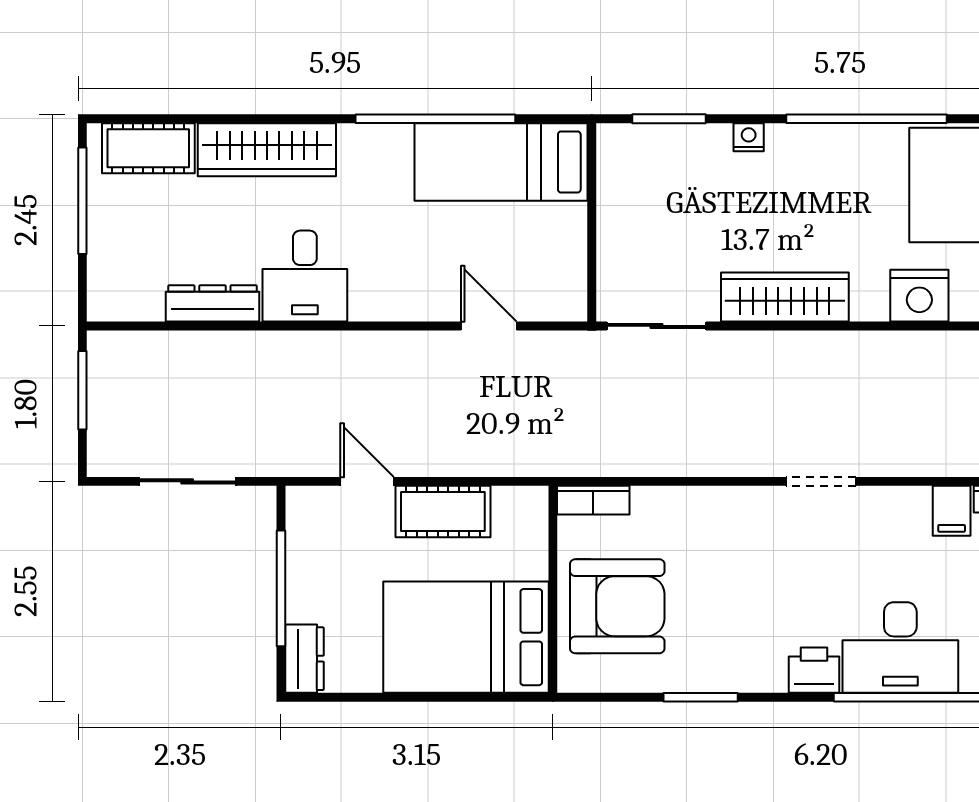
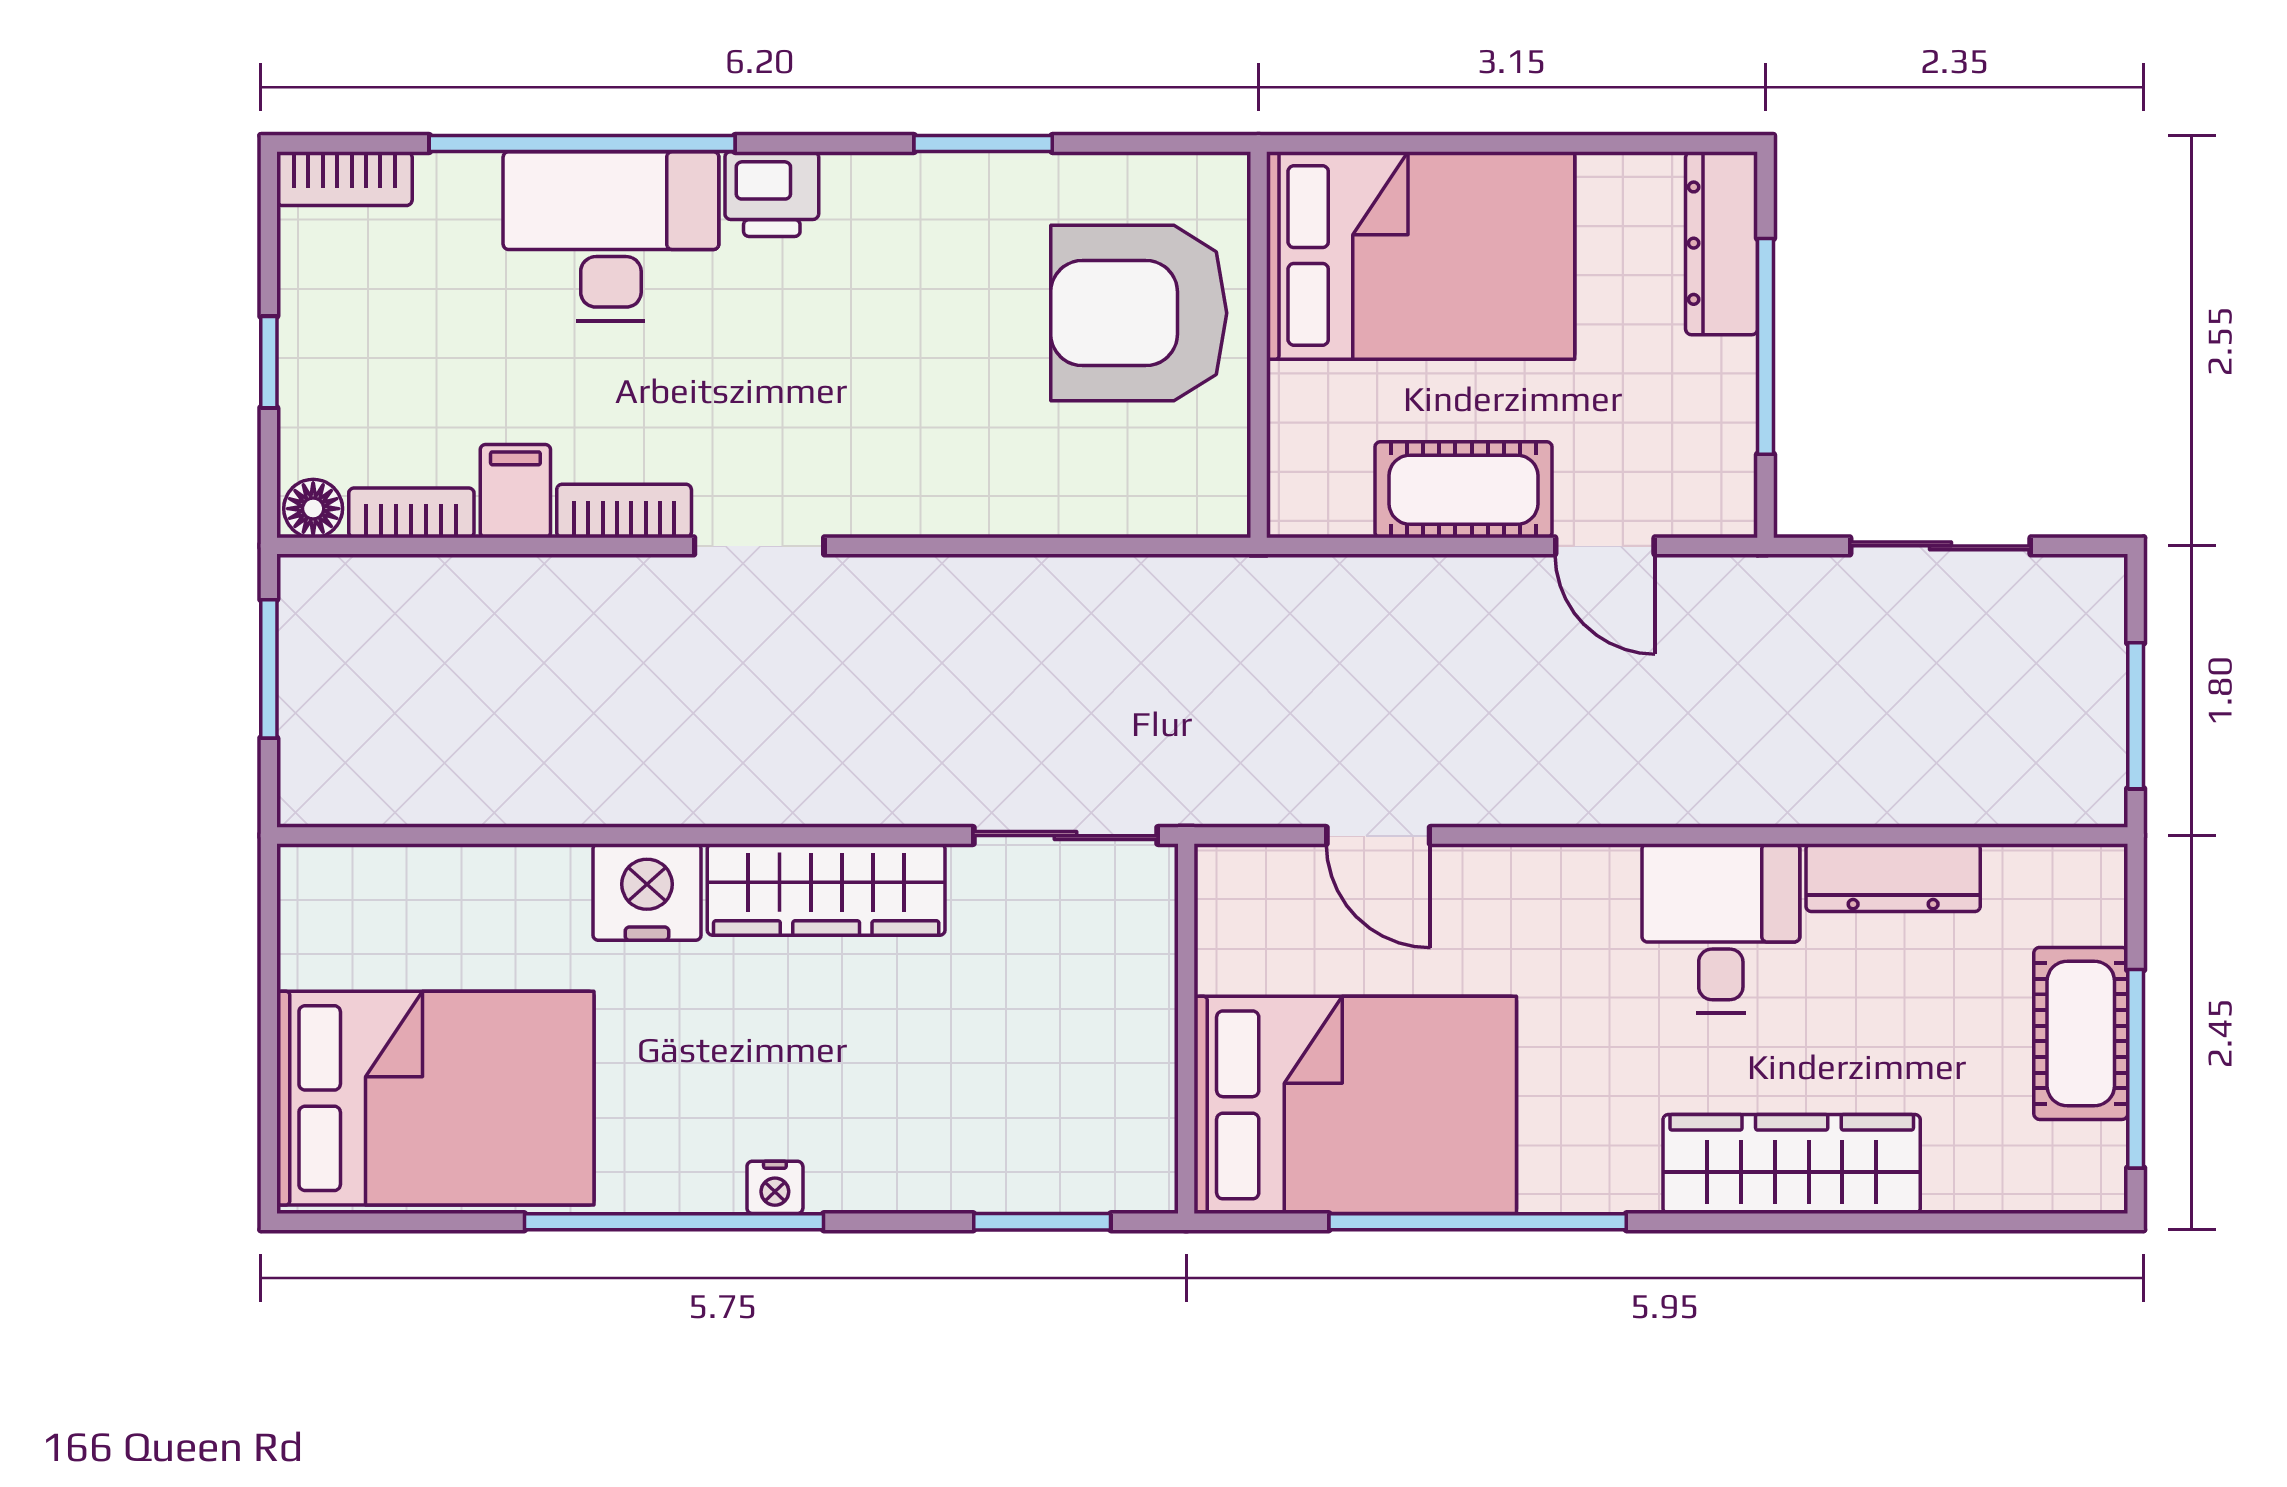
nightstand: (749, 137) -> (775, 1187), moved
cot: (148, 148) -> (2081, 1033), moved, turned 90
bed: (501, 162) -> (1355, 1105), width x1.50
nightstand: (919, 296) -> (647, 892), moved
bookcase: (593, 500) -> (624, 511), moved
dresser: (305, 659) -> (1722, 243), width x1.44

